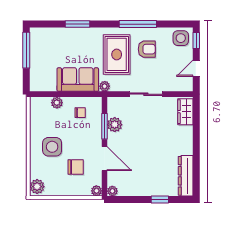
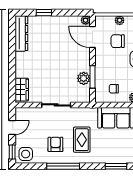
armchair: (147, 49) -> (55, 144), turned 90
rug: (117, 54) -> (82, 140), width x0.73, depth x0.70
plant: (105, 86) -> (92, 112), removed
door: (105, 159) -> (92, 37), moved
plant: (96, 191) -> (120, 20), moved

